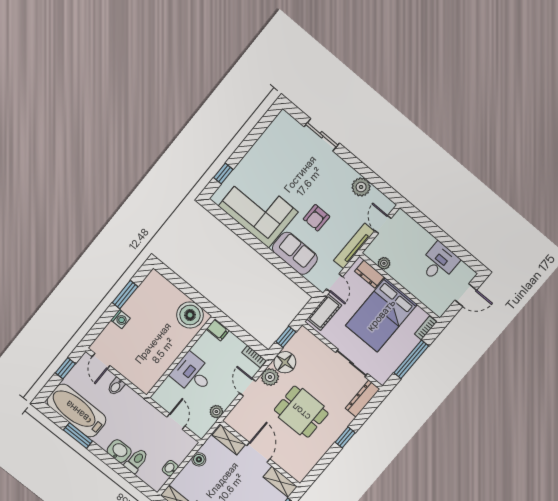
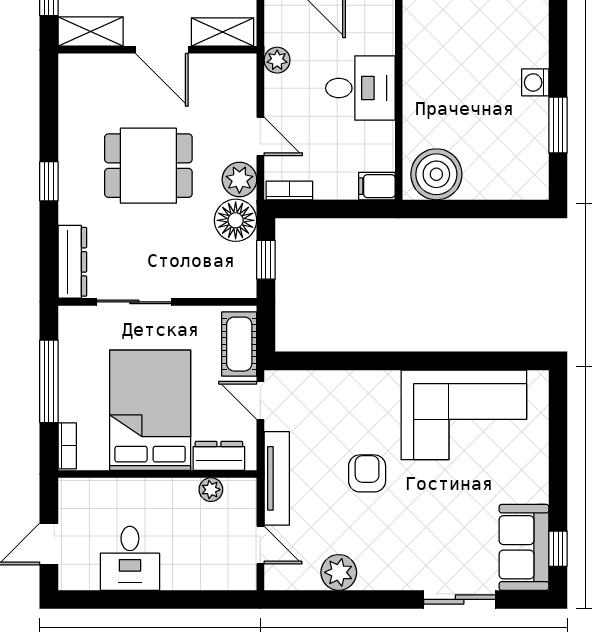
window: (223, 173) -> (558, 549), moved
sofa: (295, 253) -> (524, 547), moved, turned 90

